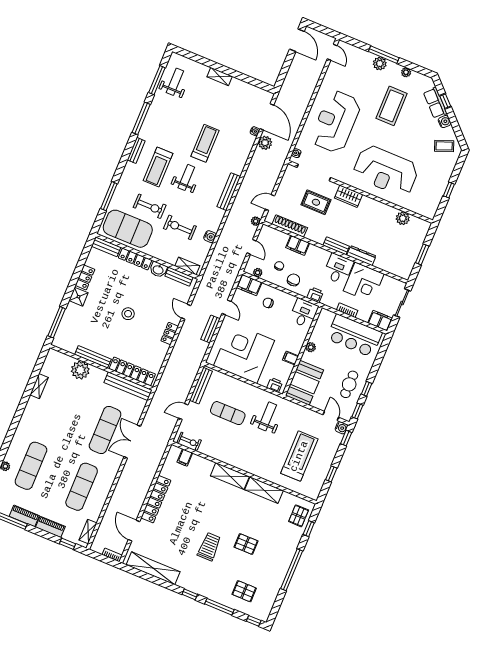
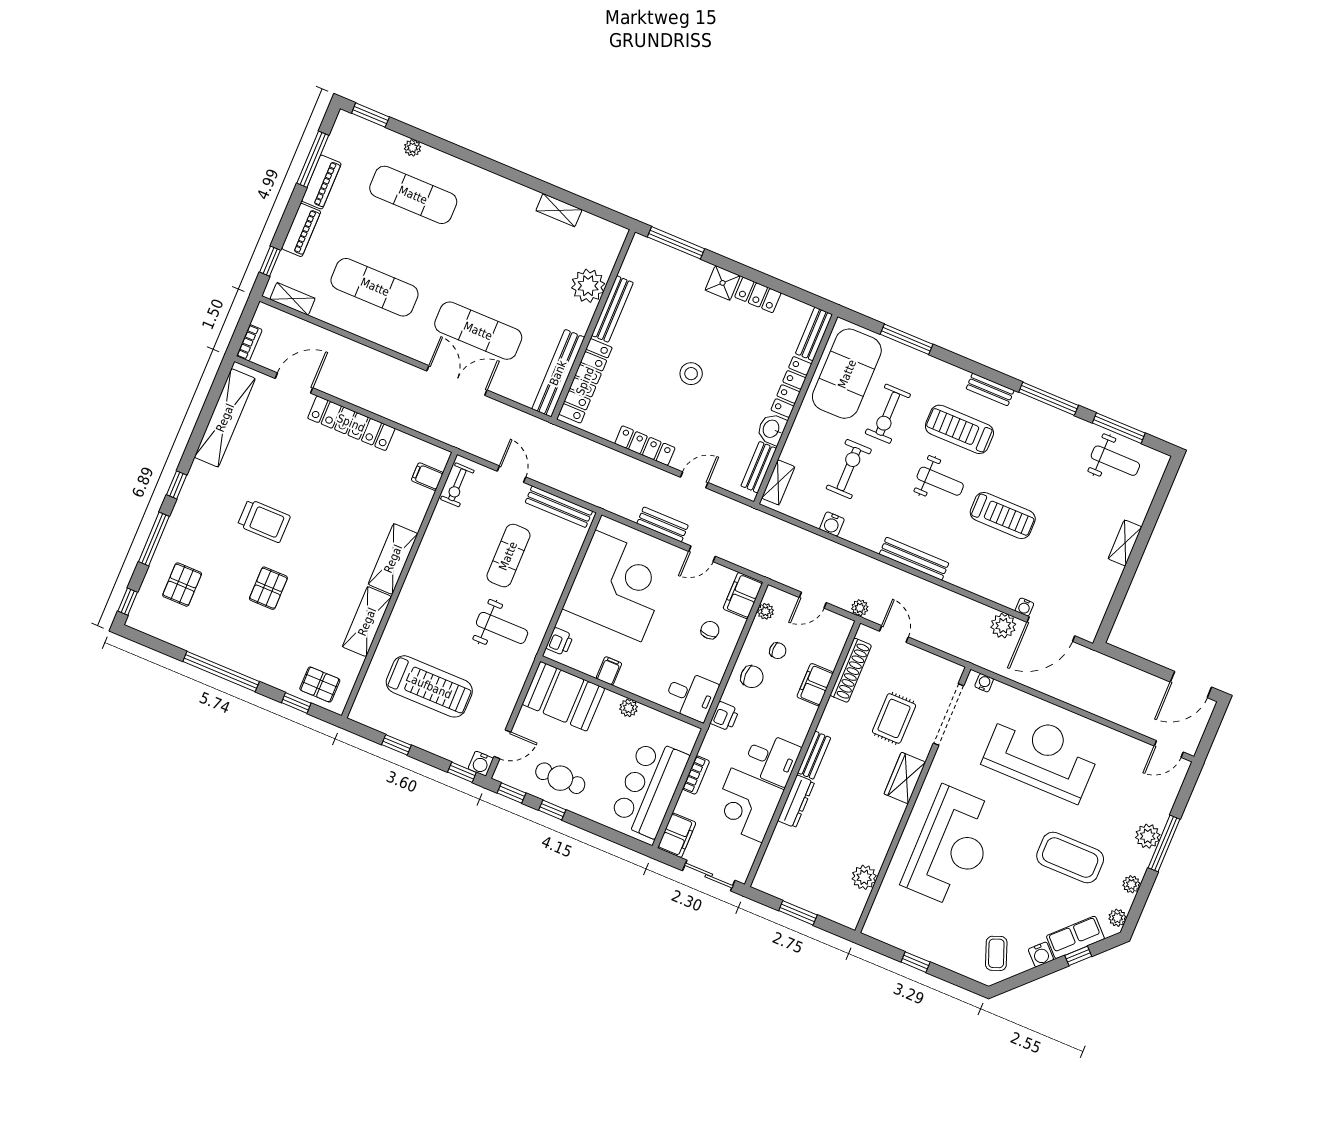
plant: (424, 80) -> (1117, 918), added
reception desk: (386, 171) -> (951, 847), turned 180
locker: (170, 334) -> (645, 446), width x1.53

